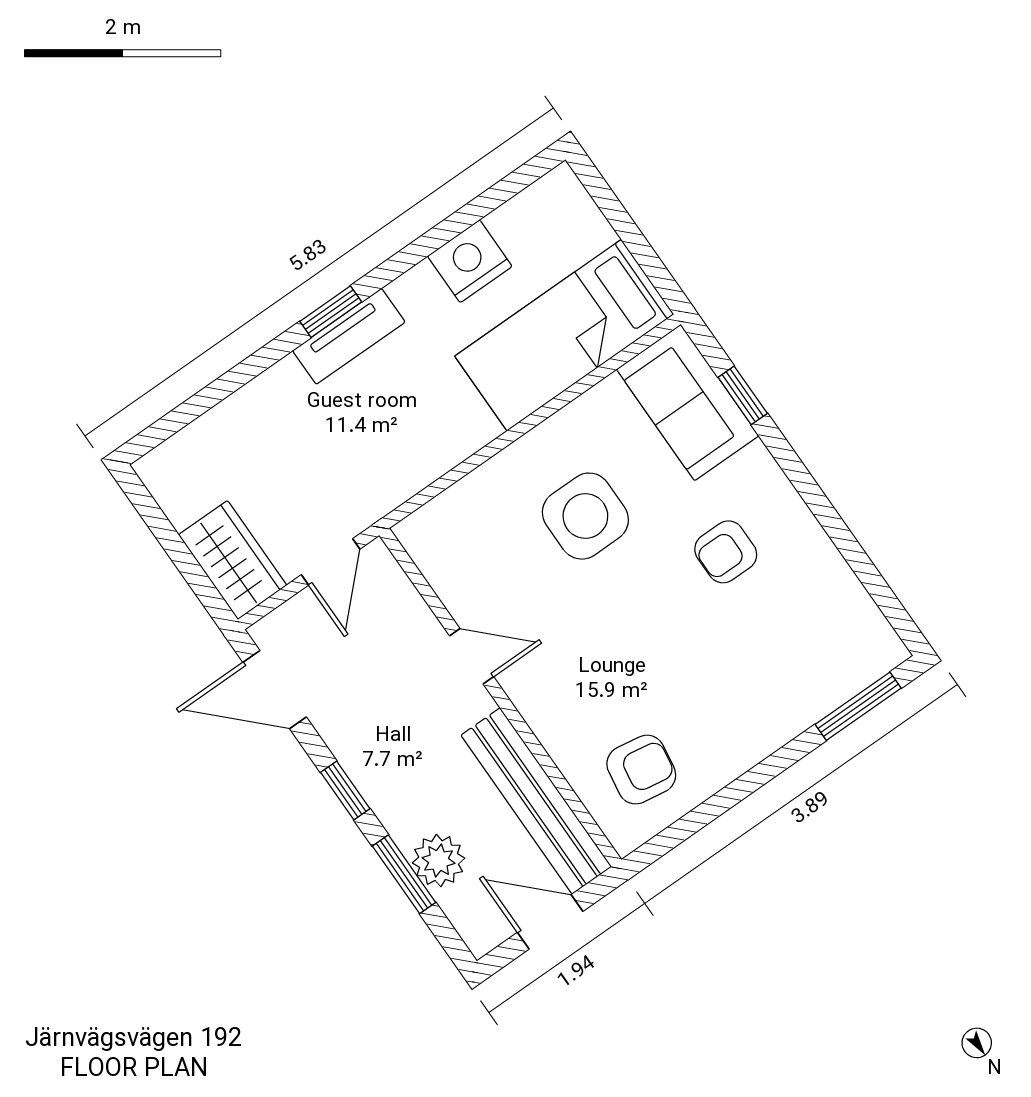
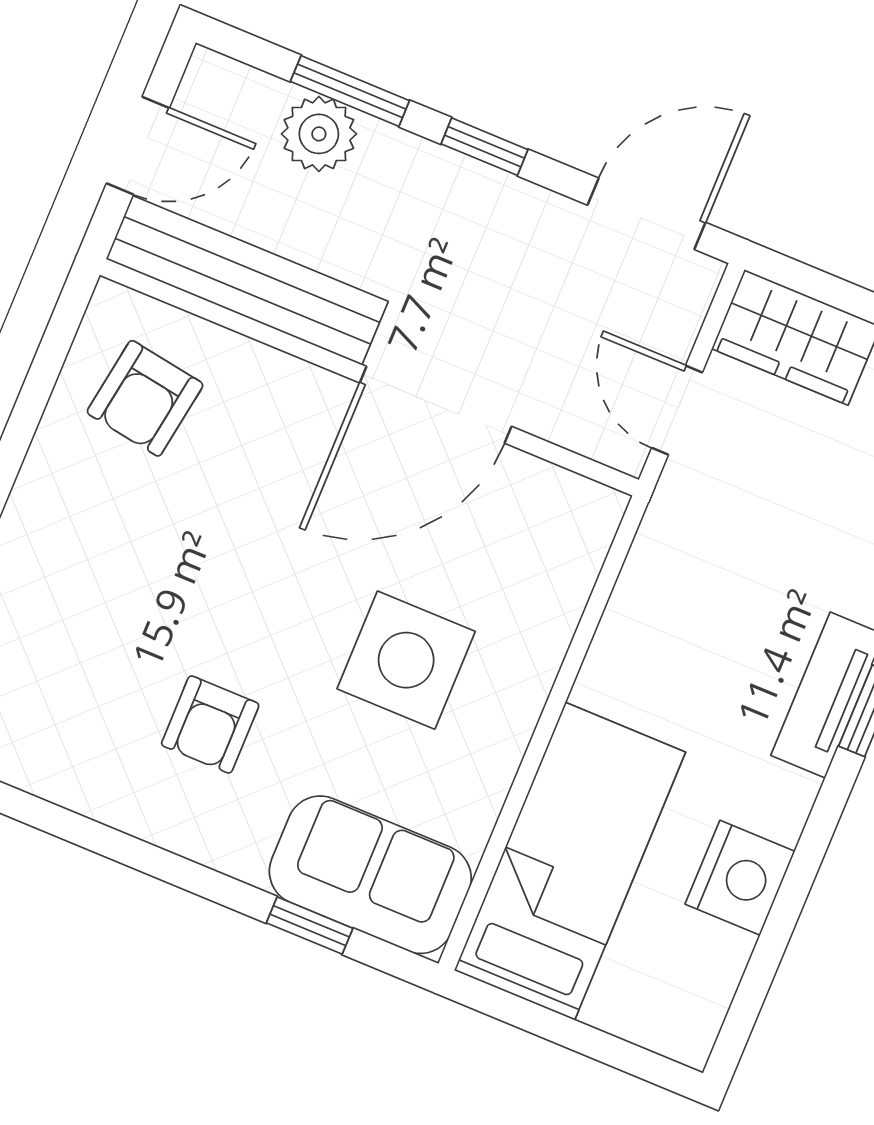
armchair: (726, 552) -> (210, 724), turned 180
door: (472, 656) -> (436, 405), width x1.87

